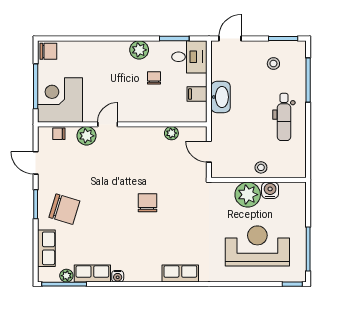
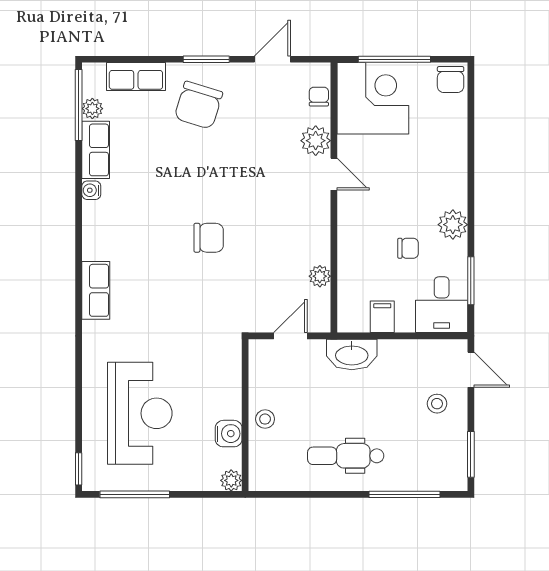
stool: (273, 64) -> (437, 404), moved
washbasin: (221, 97) -> (352, 355), moved
plant: (248, 195) -> (231, 480), moved, width x0.53, depth x0.53

